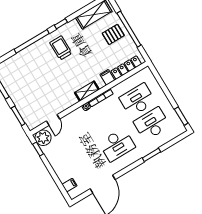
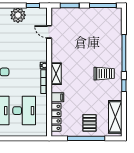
plant: (43, 138) -> (18, 15), moved

